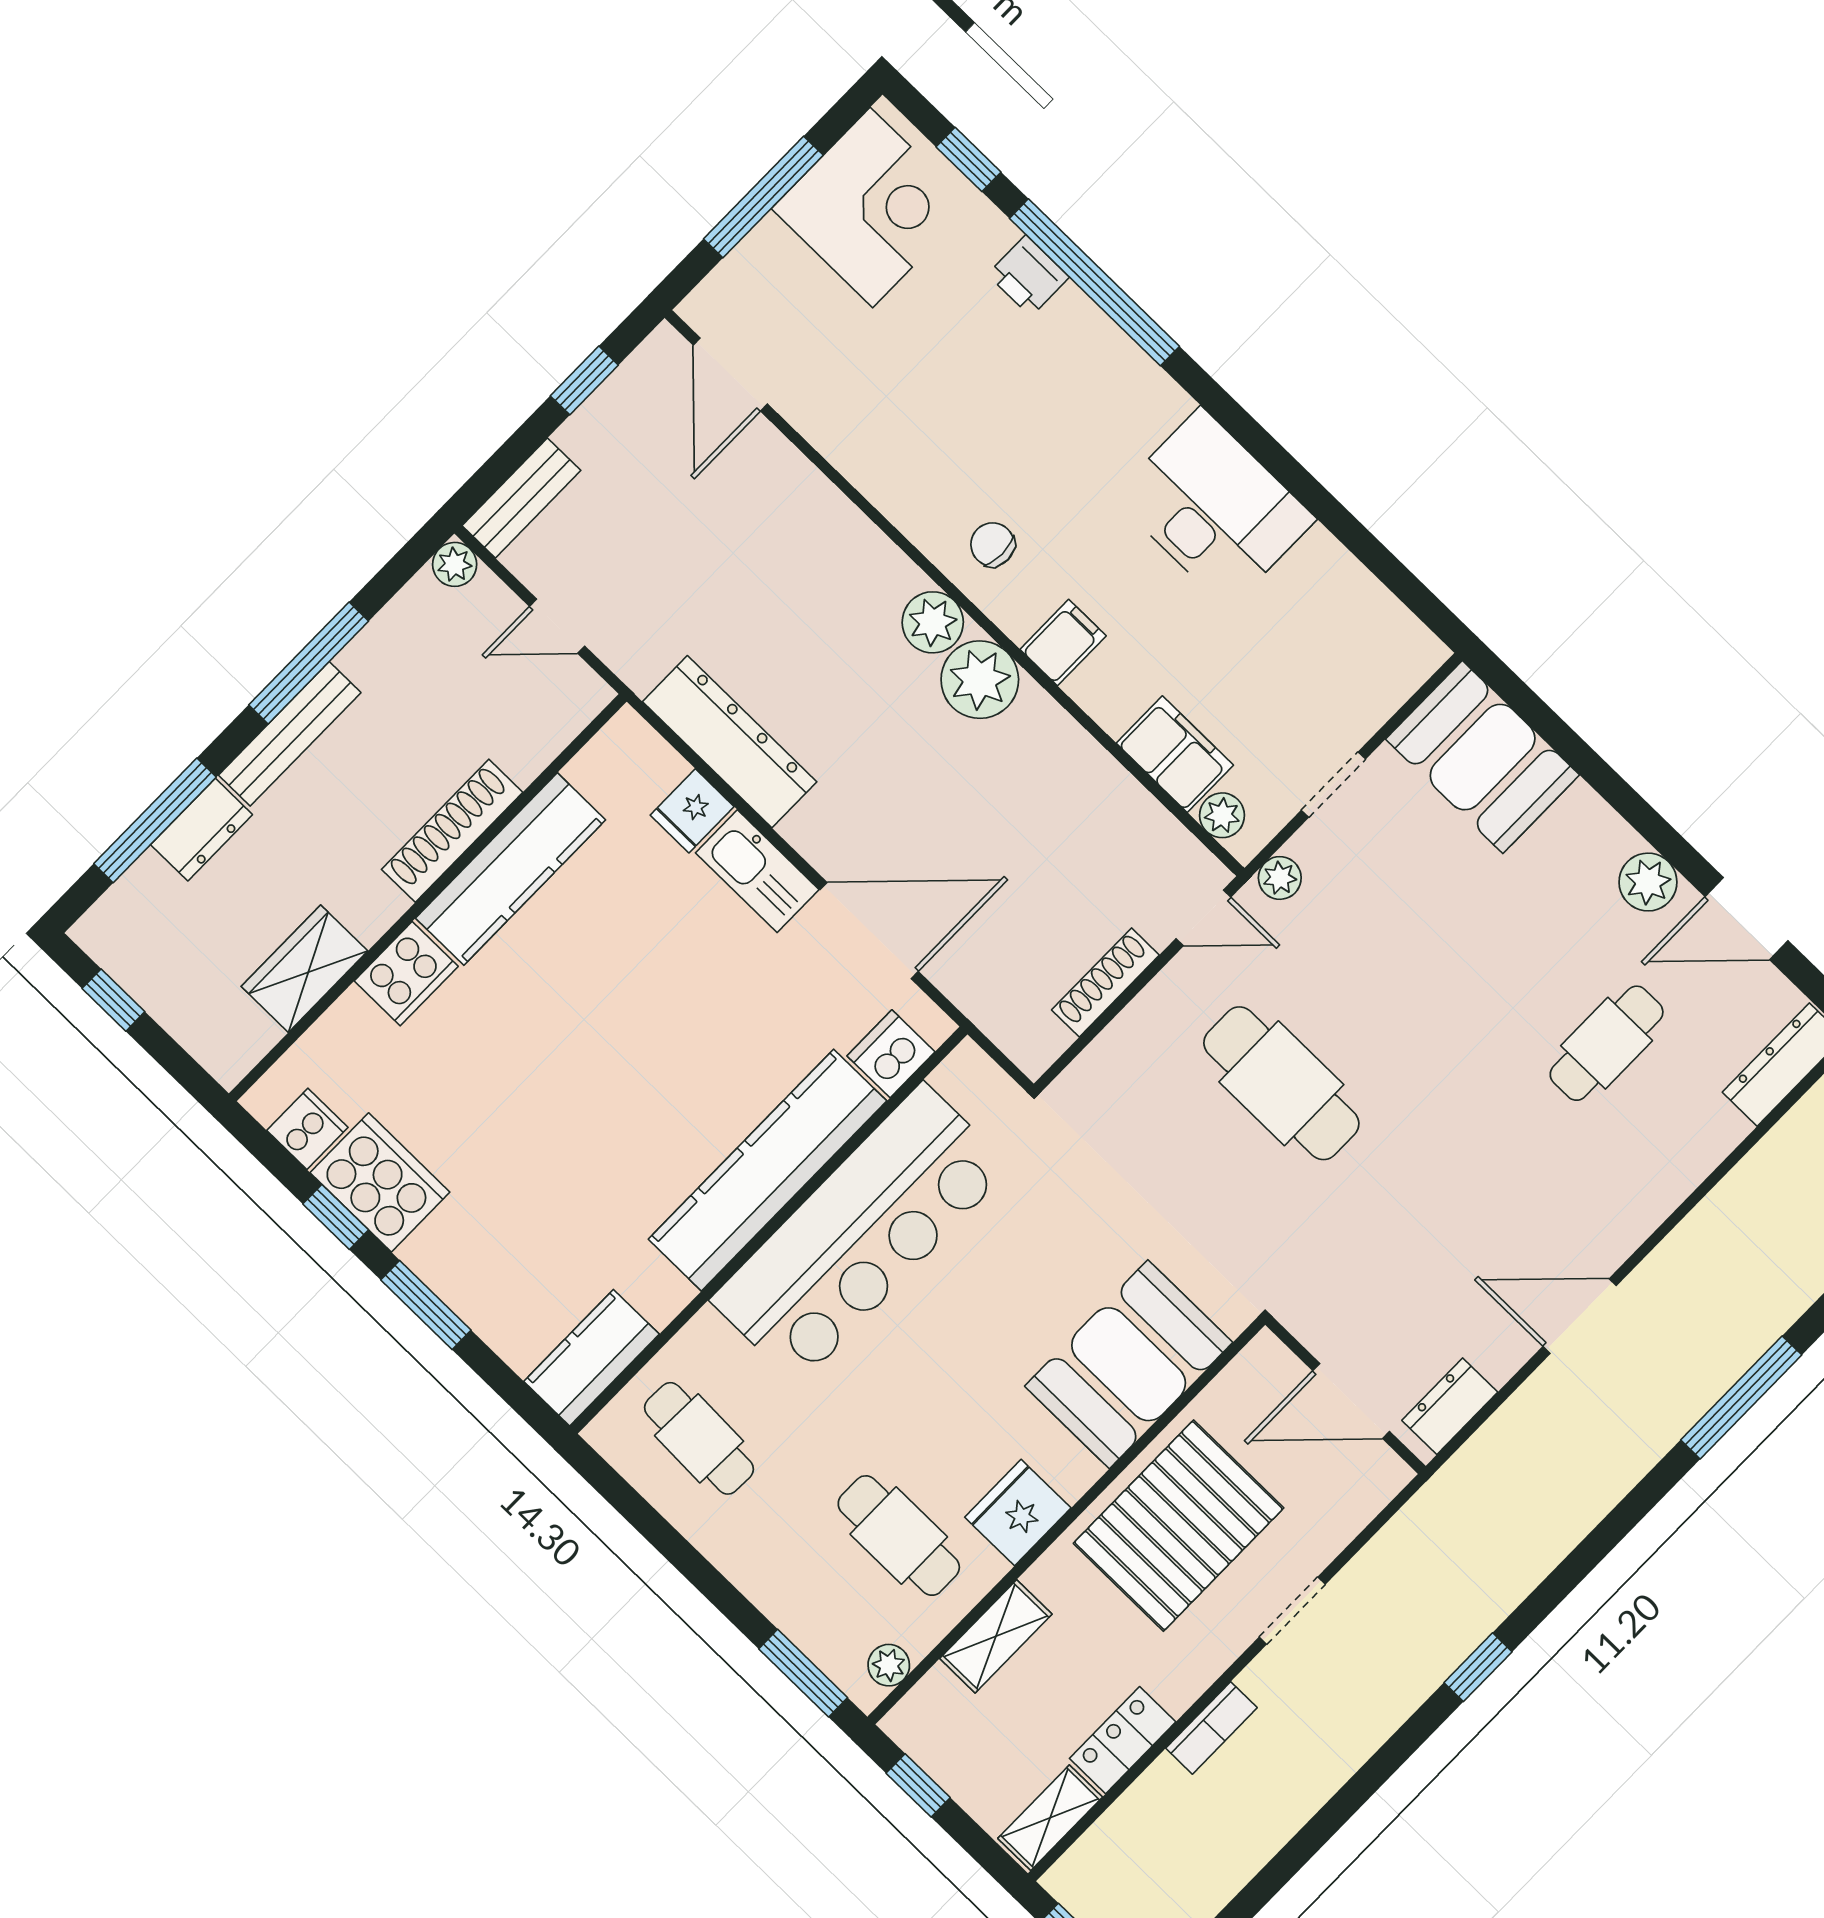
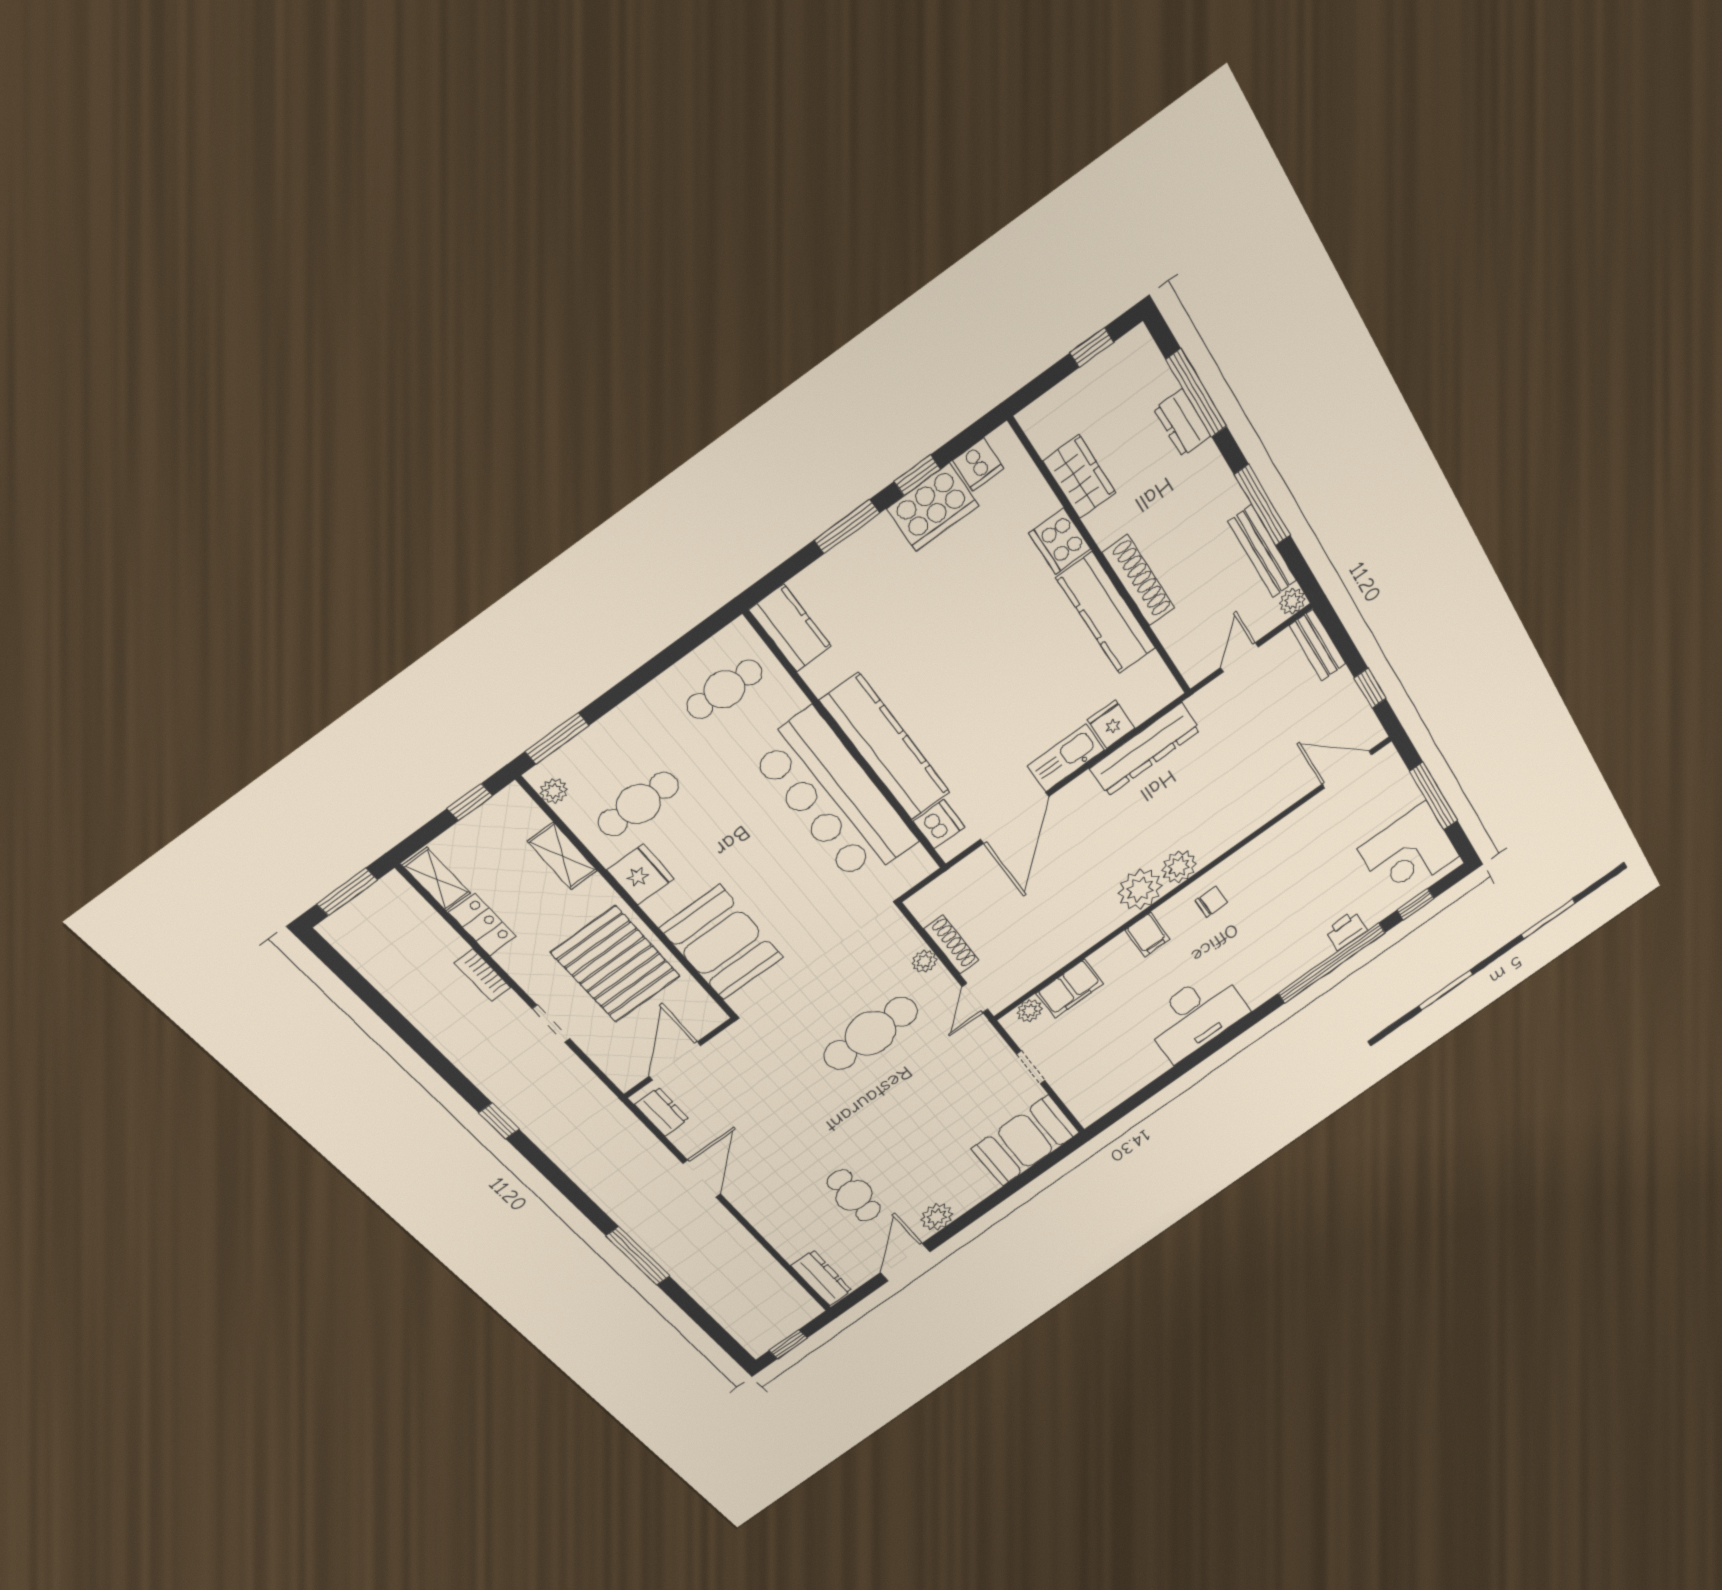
bench: (290, 734) -> (1262, 551), moved
plant: (1280, 878) -> (924, 961), moved

